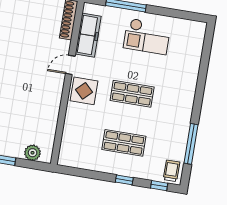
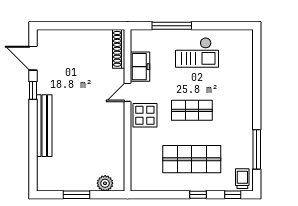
freezer: (88, 35) -> (140, 67), width x0.71
shop shelf: (124, 143) -> (192, 159), width x1.43, depth x1.36

